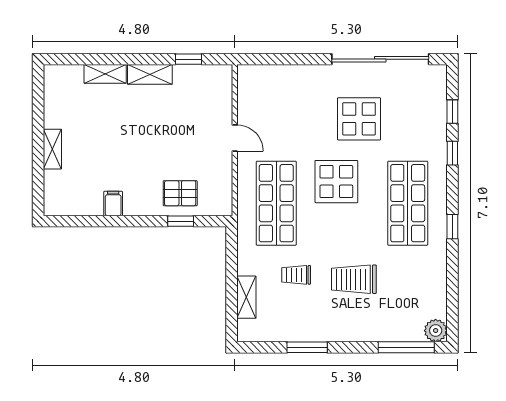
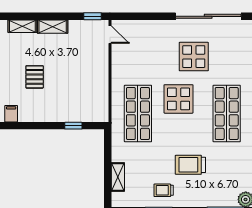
window: (188, 59) -> (92, 16), moved
door: (235, 138) -> (110, 35), moved
pallet: (180, 193) -> (35, 77), moved, turned 90
filing cabinet: (113, 203) -> (11, 114), moved
trolley: (296, 275) -> (164, 190), moved

